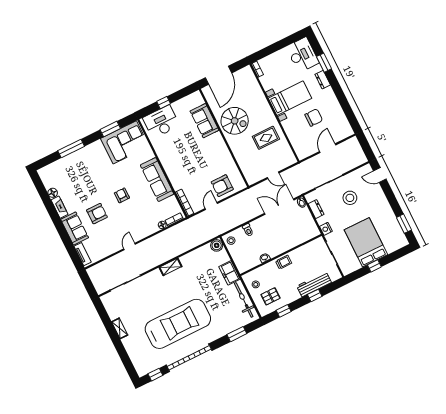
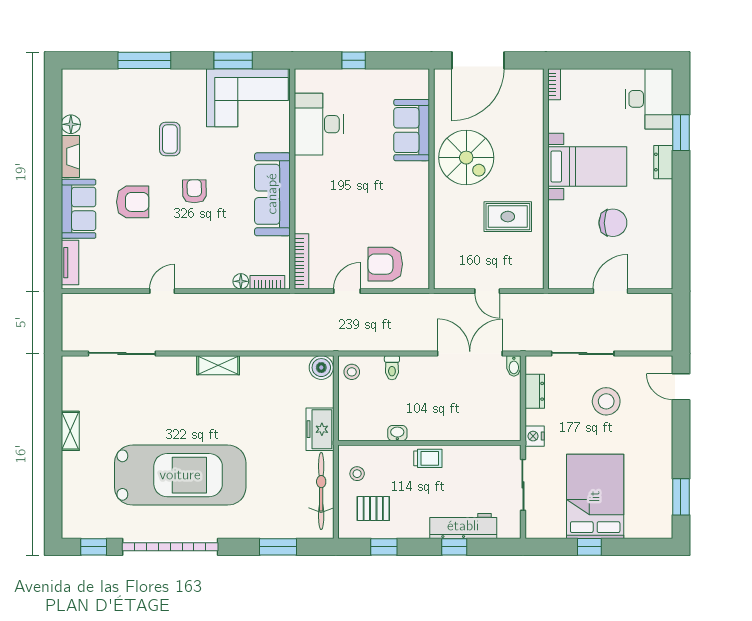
desk: (161, 122) -> (319, 124), moved, turned -90
coffee table: (100, 178) -> (170, 139), added

